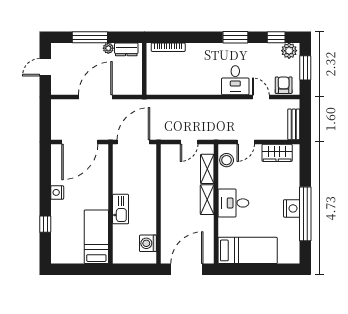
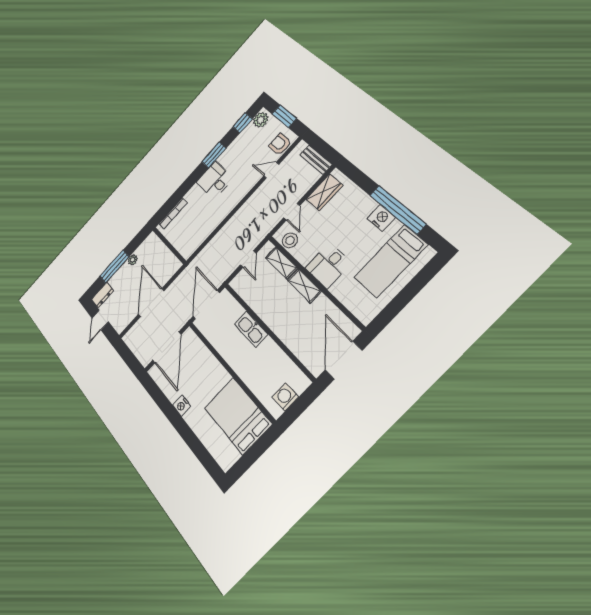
dresser: (126, 49) -> (102, 295), moved
desk: (235, 80) -> (215, 180), moved, turned 180
kitchen sink: (121, 209) -> (251, 329), moved, turned 180
window: (45, 224) -> (193, 442), removed
bed: (96, 237) -> (238, 416), width x1.50
washing machine: (148, 243) -> (285, 397), moved, turned 90
bed: (248, 250) -> (391, 261), moved, turned 180

